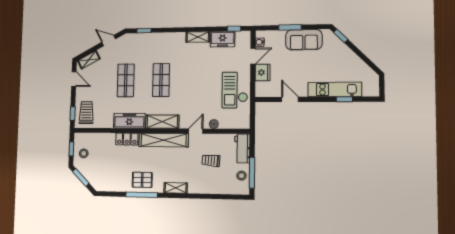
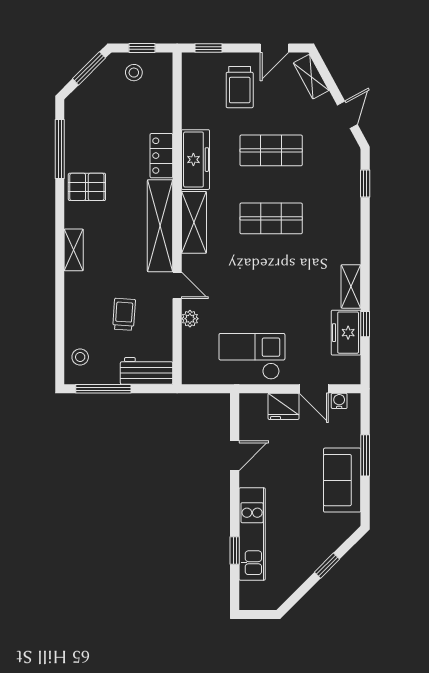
window: (234, 29) -> (365, 324), moved
window: (341, 36) -> (327, 566), moved
trolley: (86, 113) -> (240, 87), moved, turned 90
stool: (242, 176) -> (80, 357), moved
pallet: (142, 180) -> (87, 187), turned 90
window: (142, 195) -> (60, 149), moved

